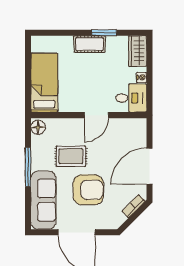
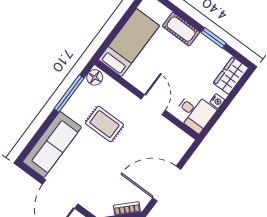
cot: (90, 44) -> (181, 29), moved
door: (96, 115) -> (153, 105), swing flipped
window: (28, 167) -> (69, 94), moved
armchair: (88, 190) -> (98, 165), removed

